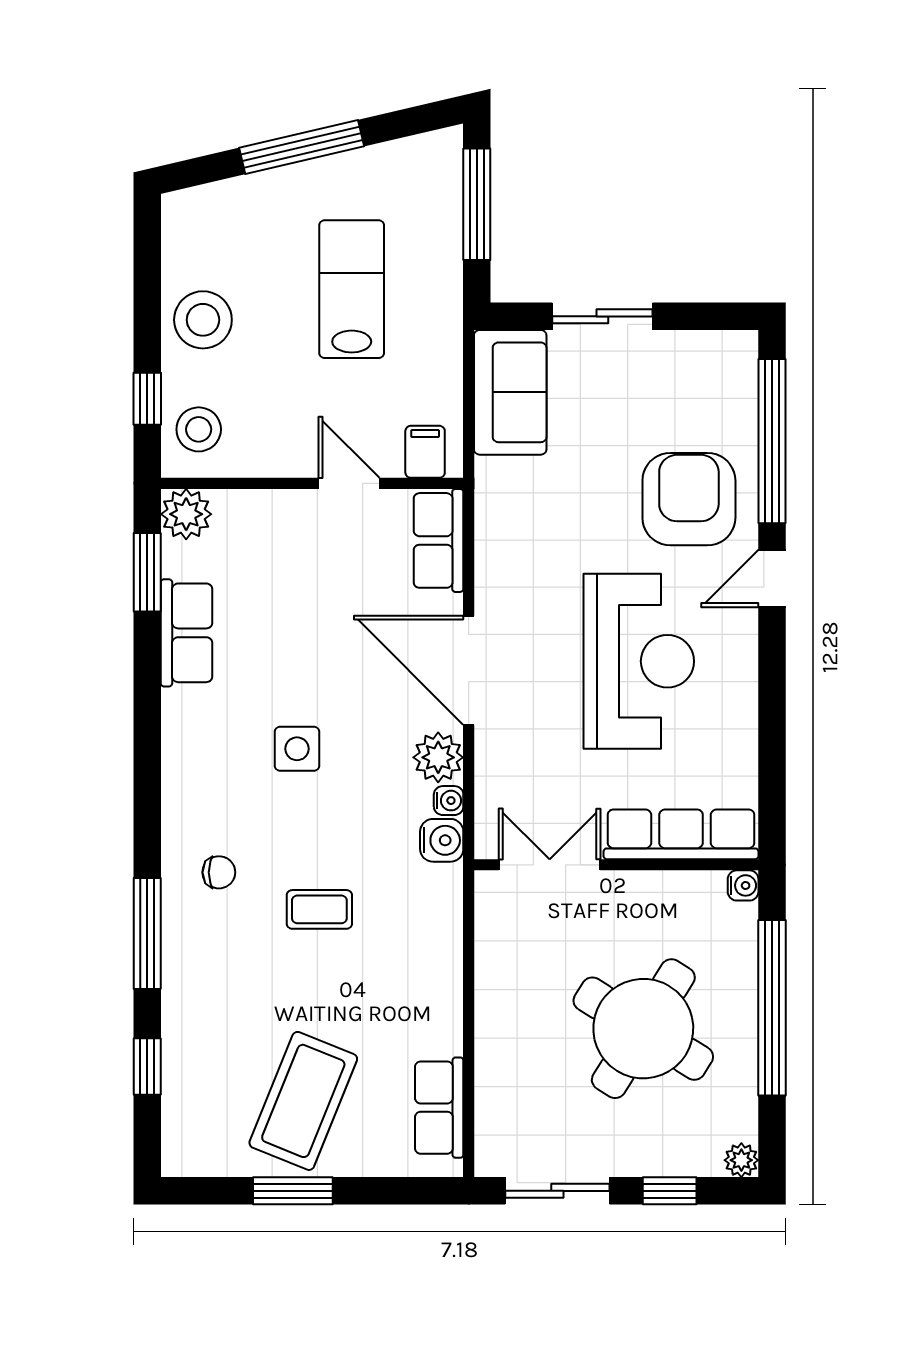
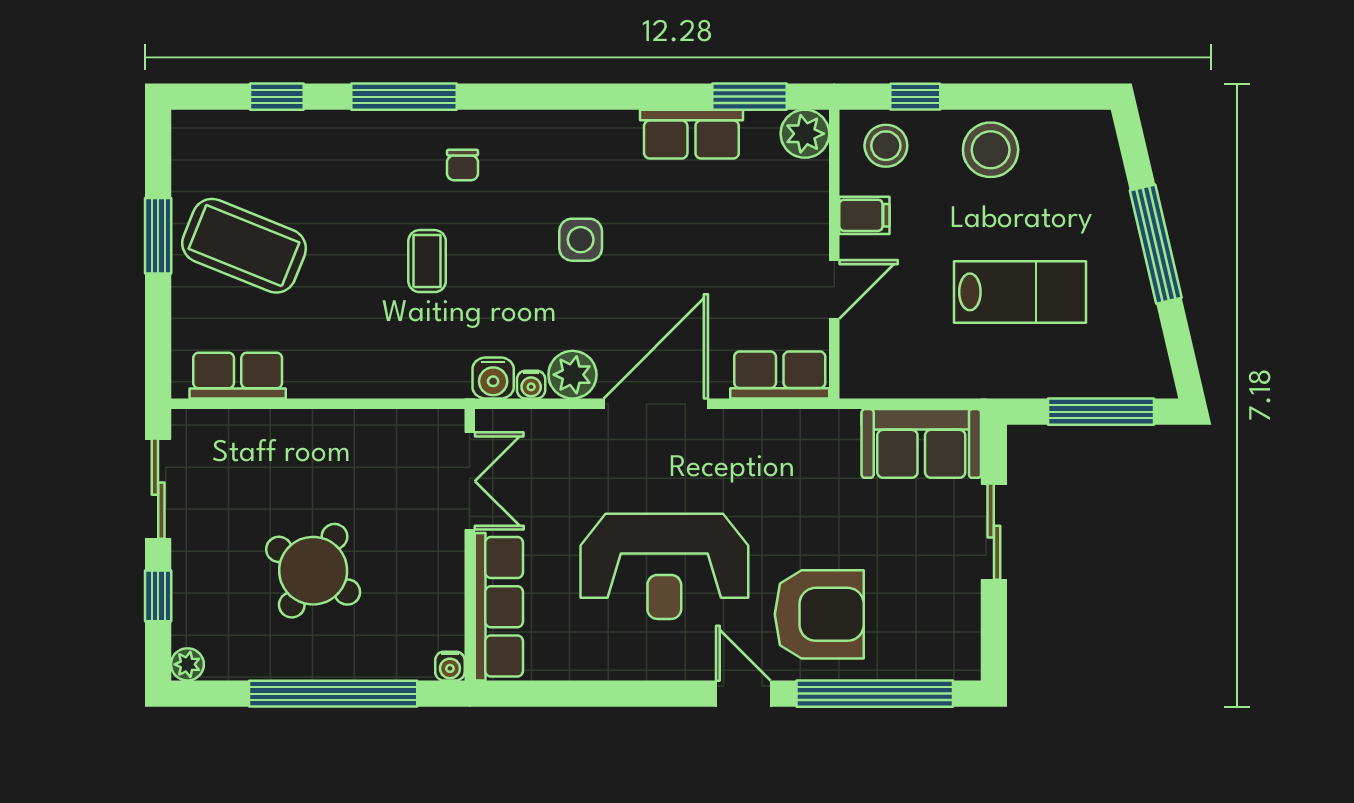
filing cabinet: (425, 452) -> (864, 215), moved
round table: (643, 1029) -> (313, 571), width x0.73, depth x0.73

